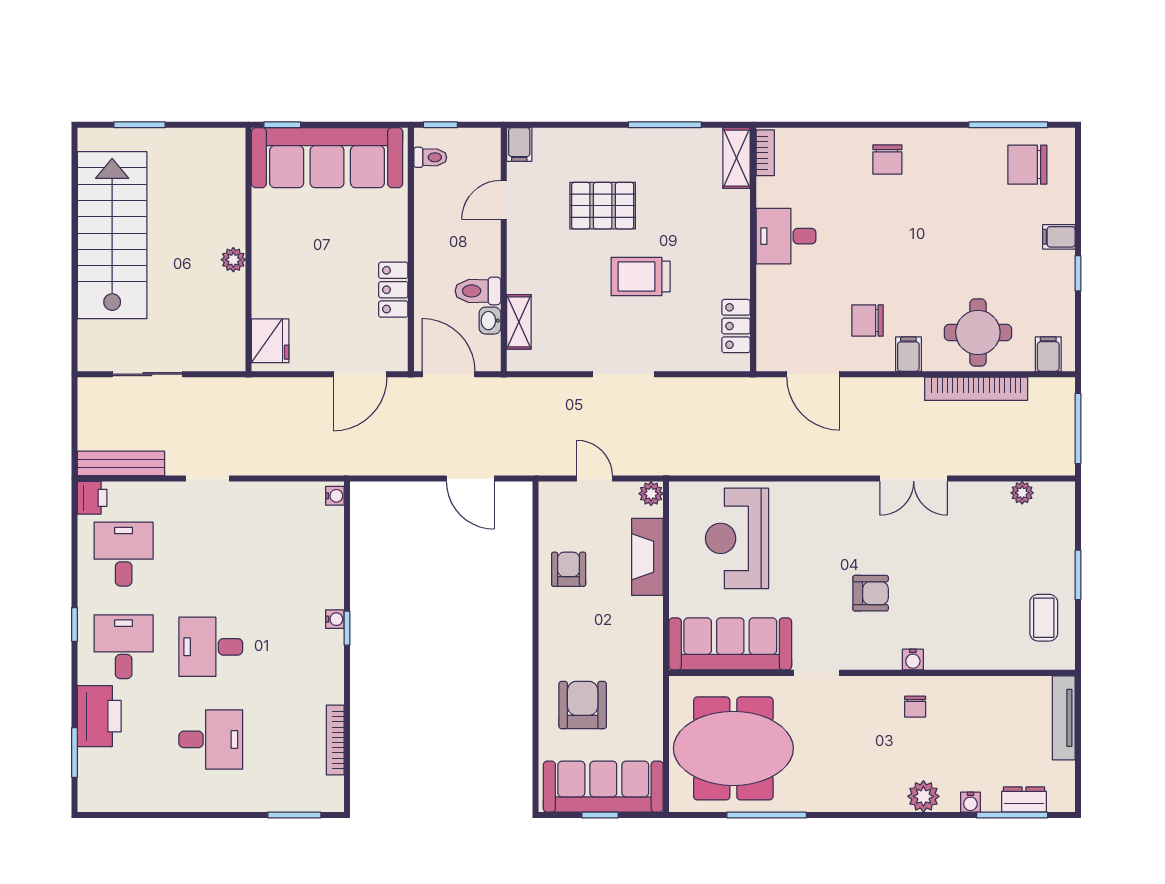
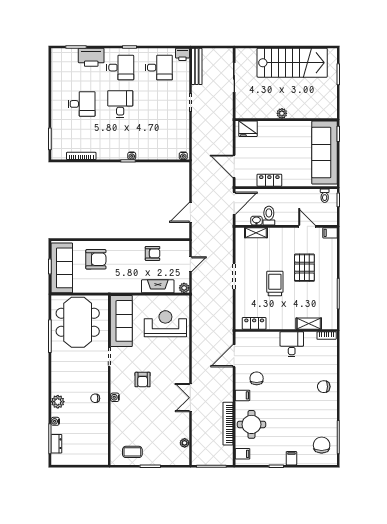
shelving: (737, 158) -> (309, 324), moved
tv unit: (1064, 718) -> (90, 460), removed
desk: (211, 739) -> (81, 104), turned -90

